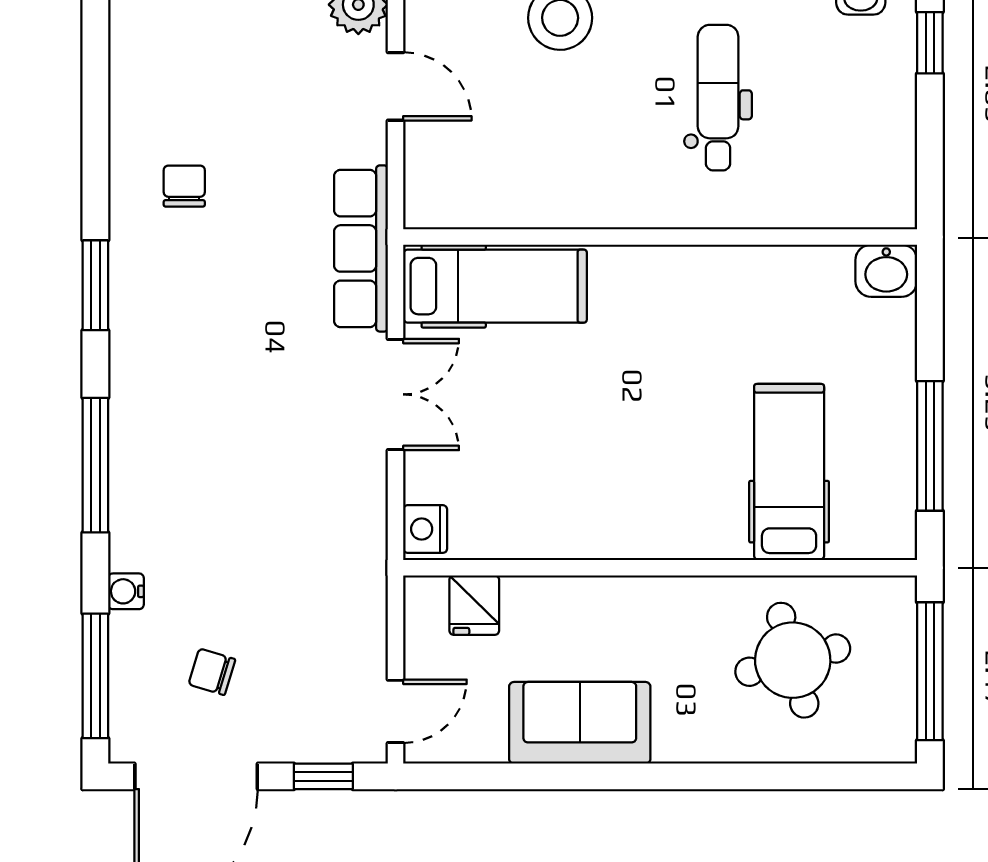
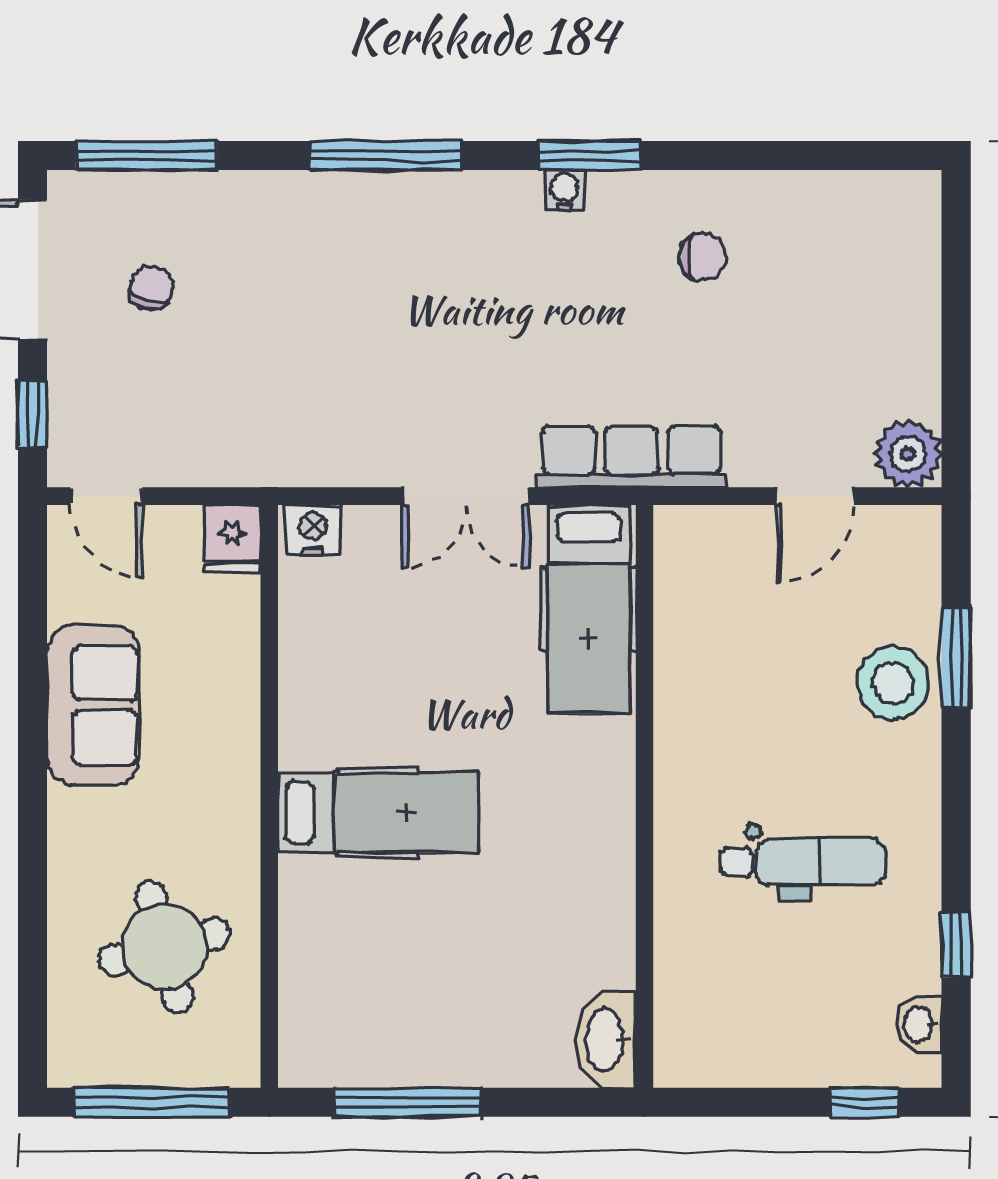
washbasin: (886, 271) -> (606, 1039), width x1.38
hospital bed: (789, 472) -> (378, 813), moved
water cooler: (126, 591) -> (564, 190), moved
fridge: (474, 605) -> (232, 539), moved, turned -90

